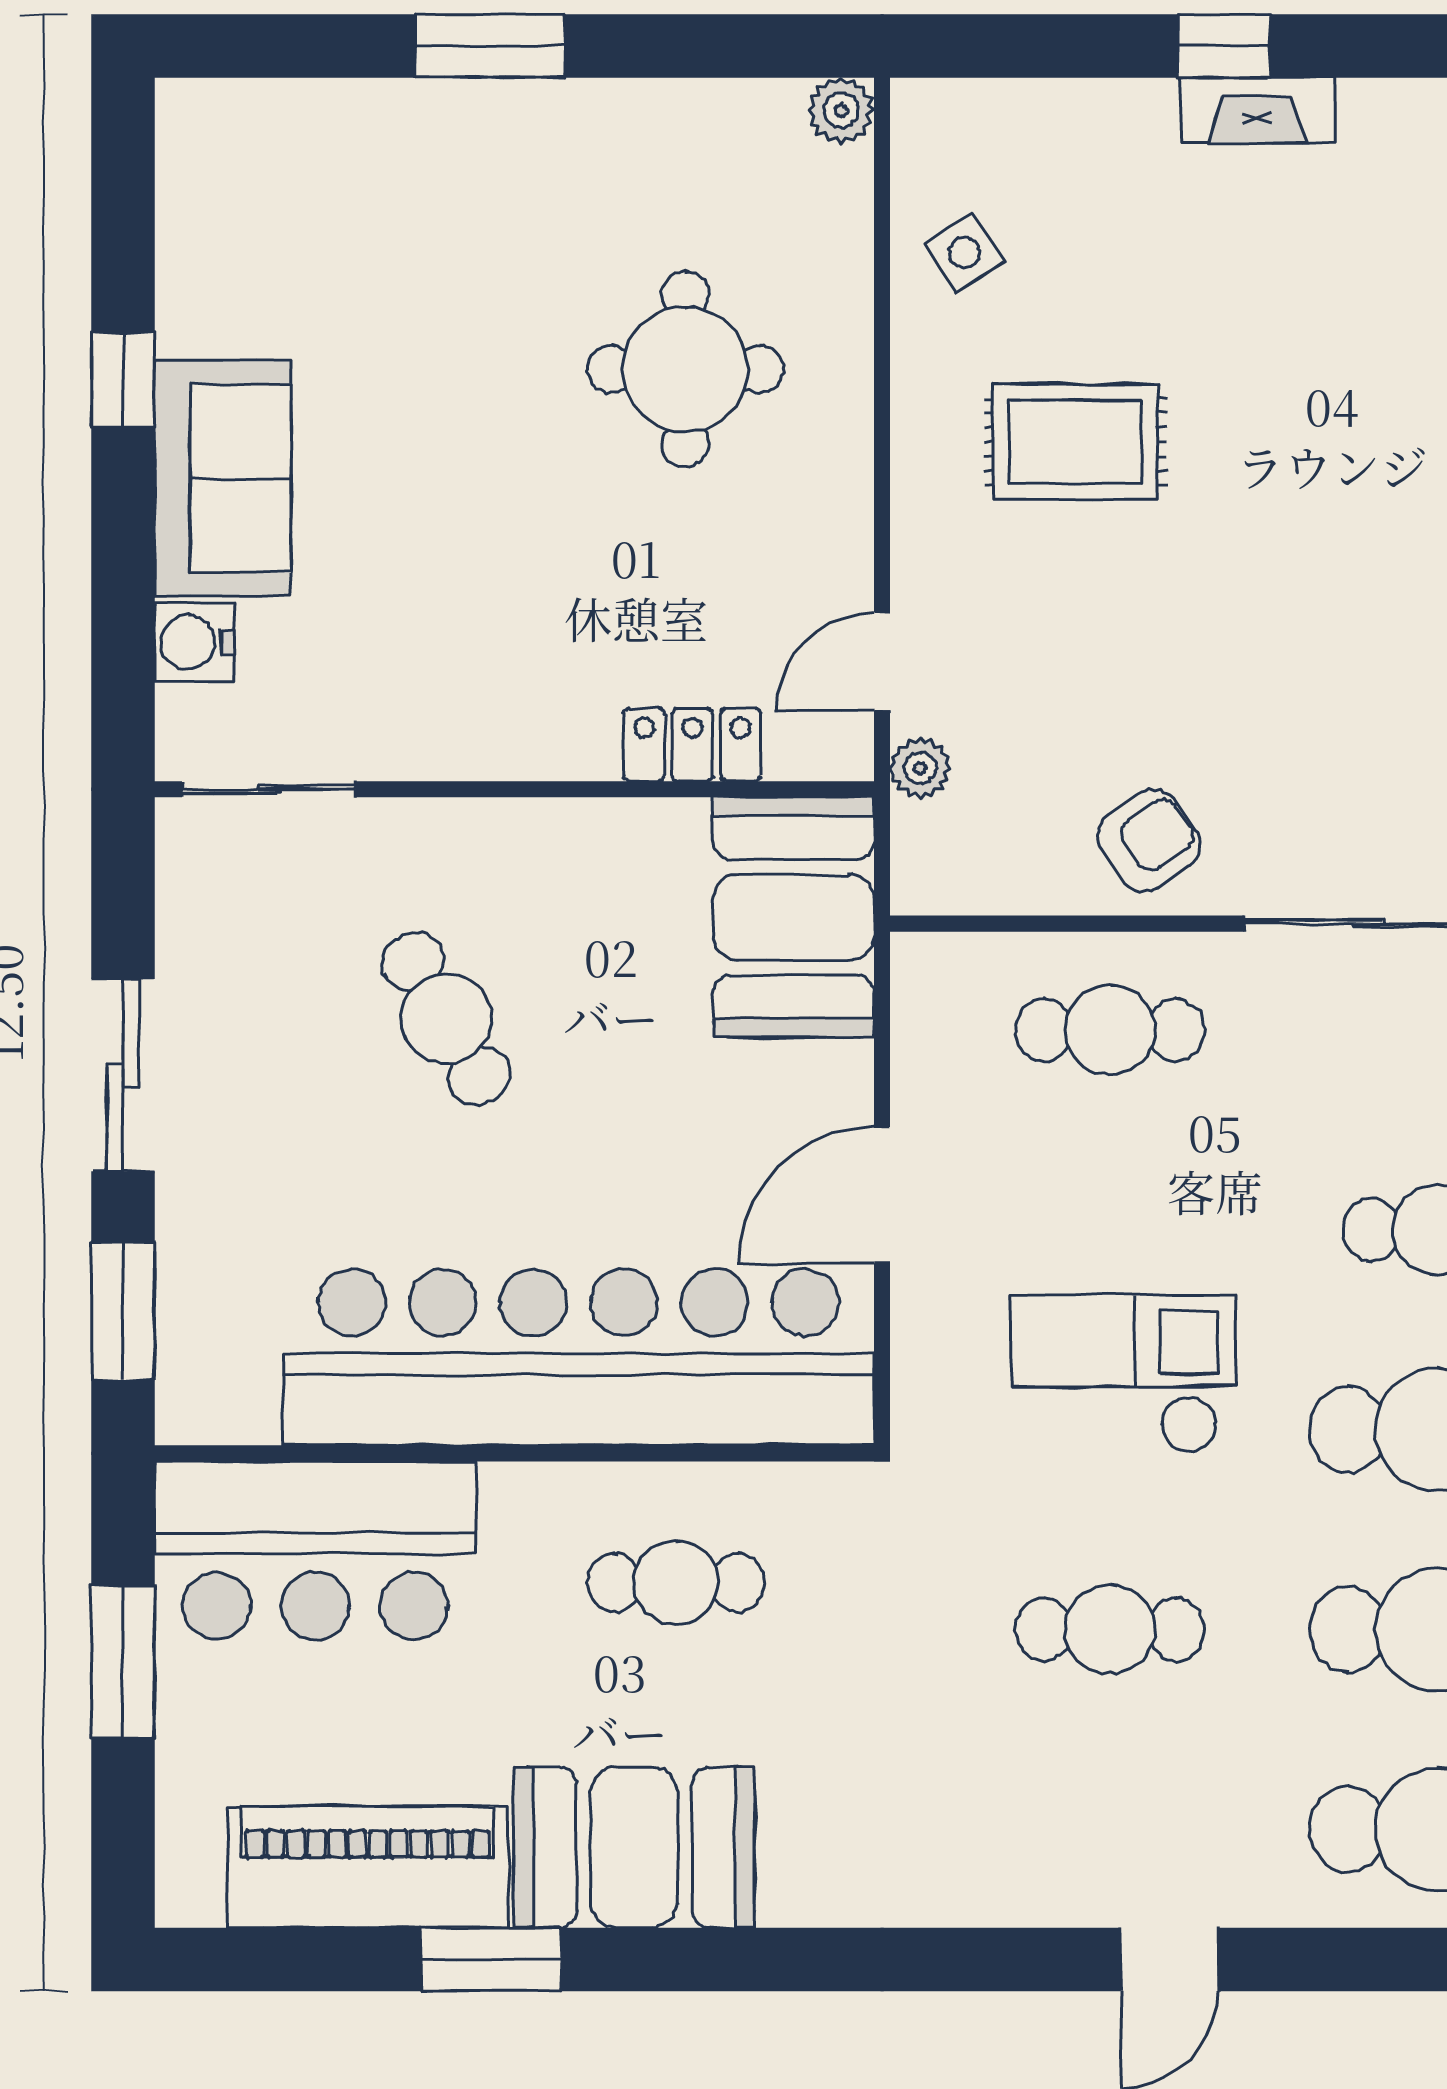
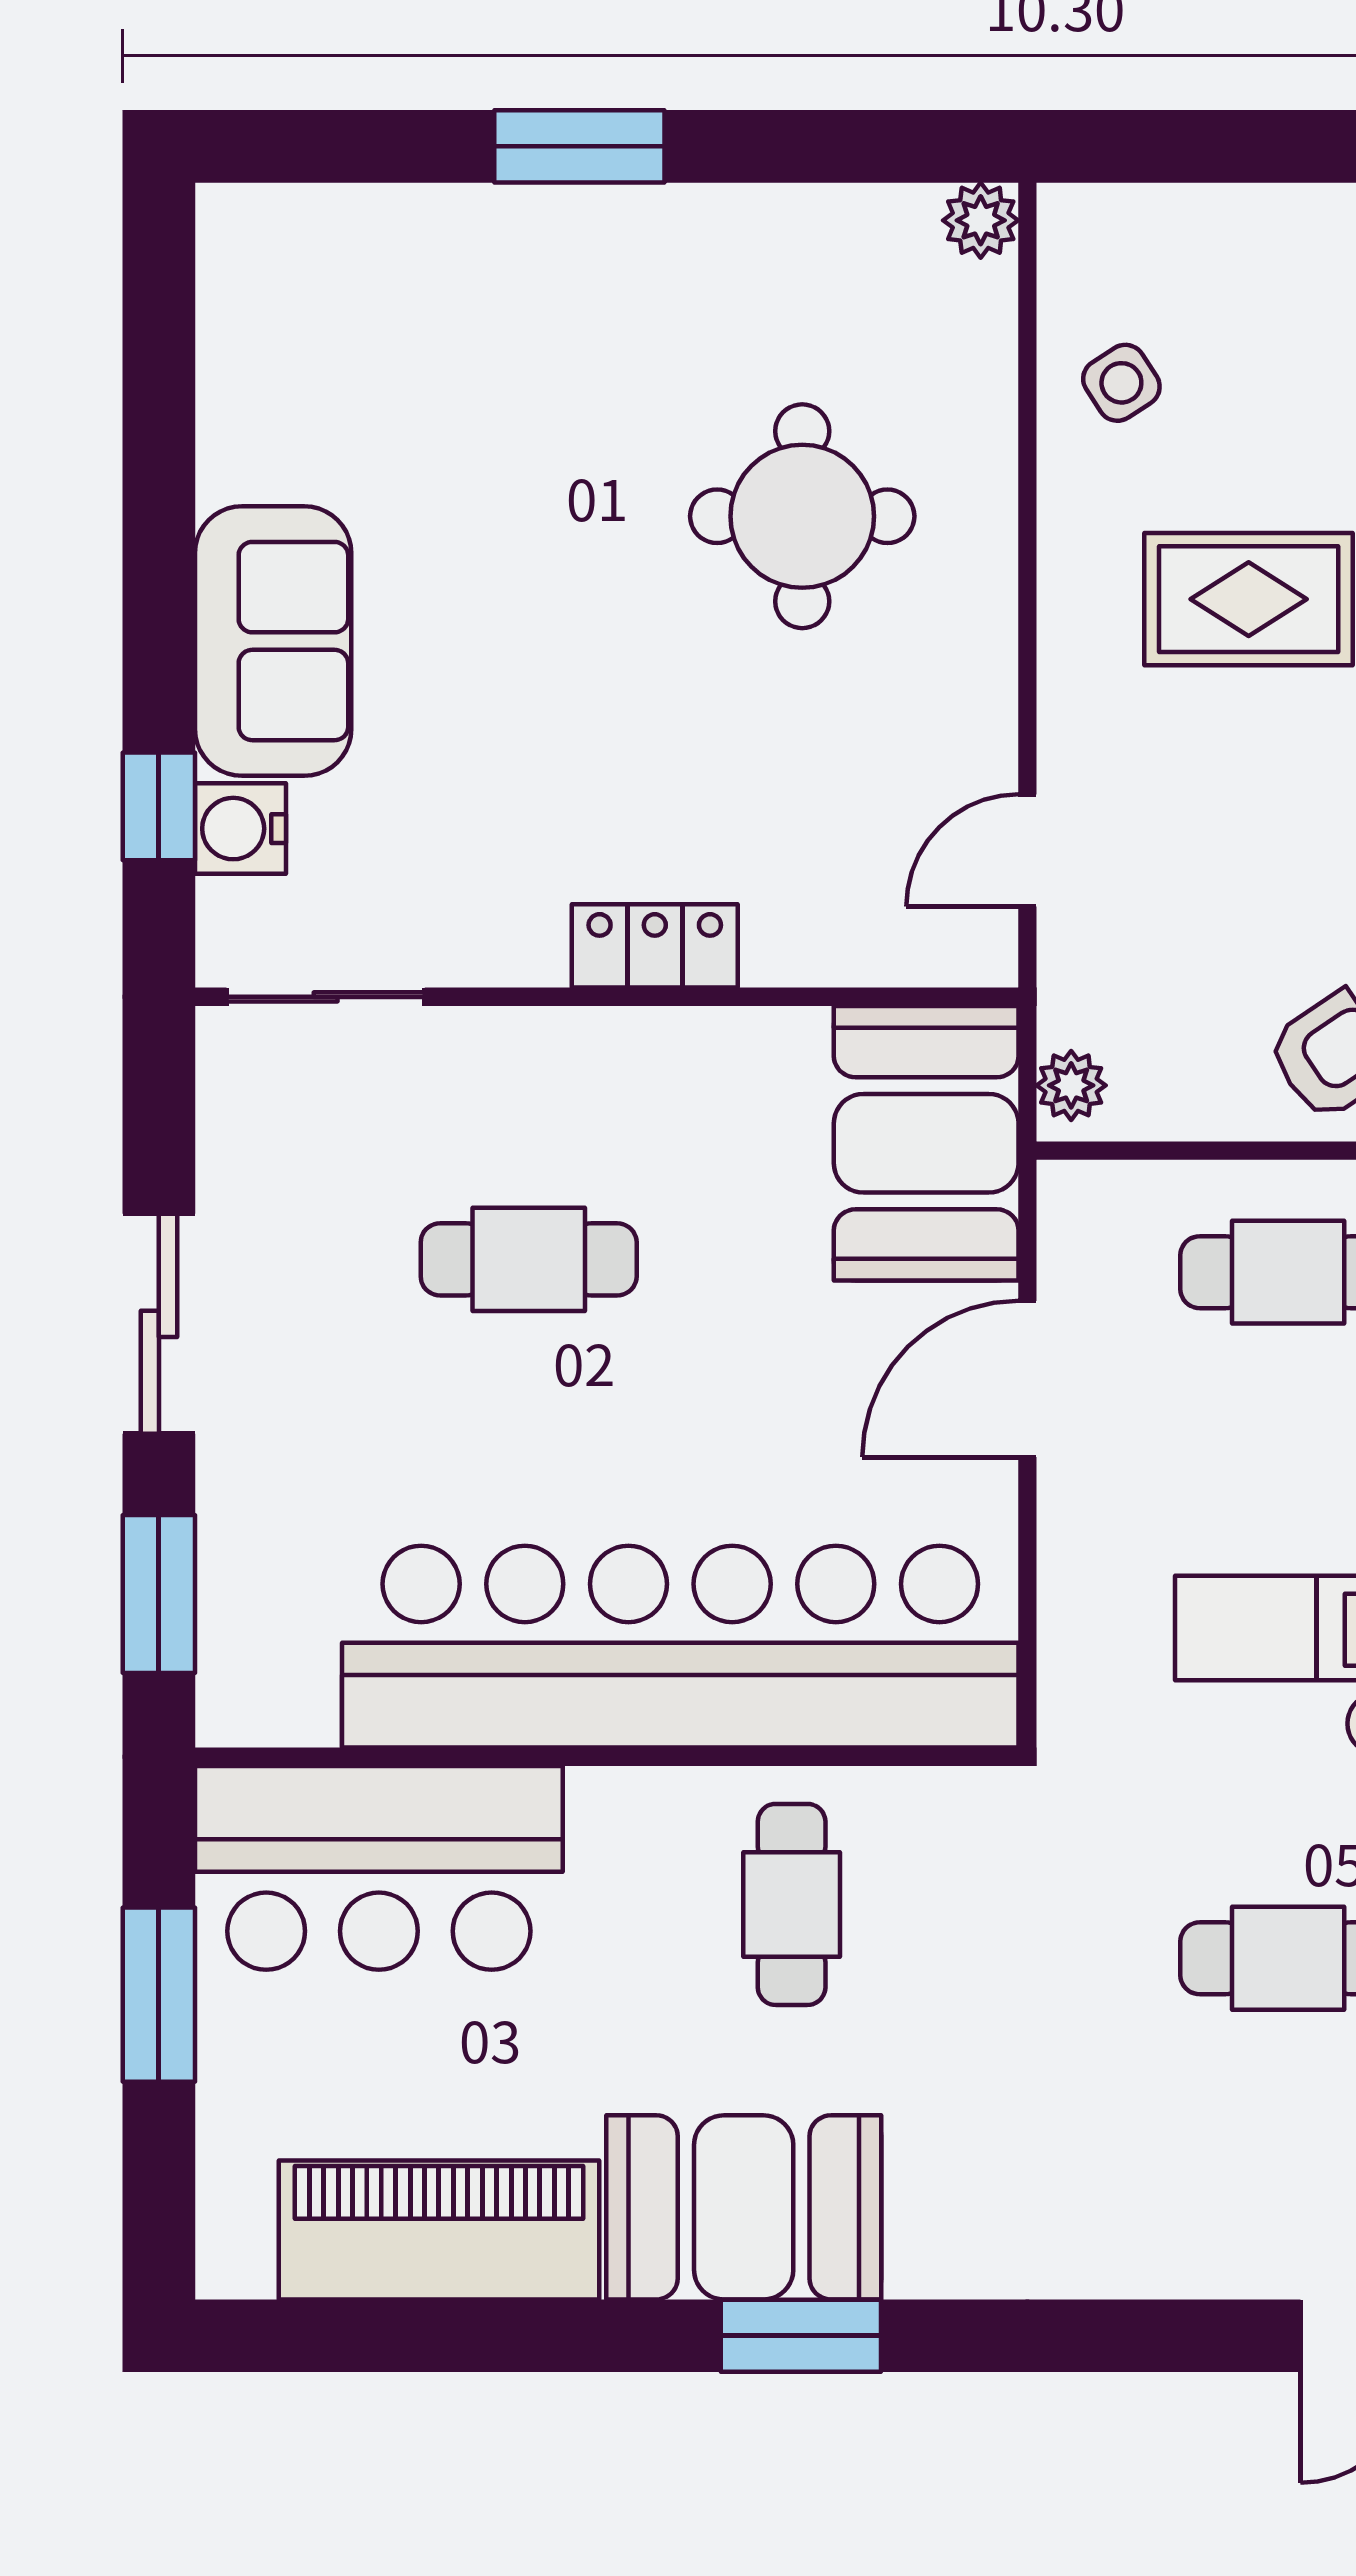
window: (123, 380) -> (159, 806), moved
locker: (692, 745) -> (655, 946), moved
plant: (920, 768) -> (1071, 1085), moved
cafe table: (446, 1019) -> (529, 1259), turned -60
door: (882, 1195) -> (1027, 1379), moved
cafe table: (676, 1583) -> (792, 1904), turned 90
window: (491, 1959) -> (801, 2336), moved

